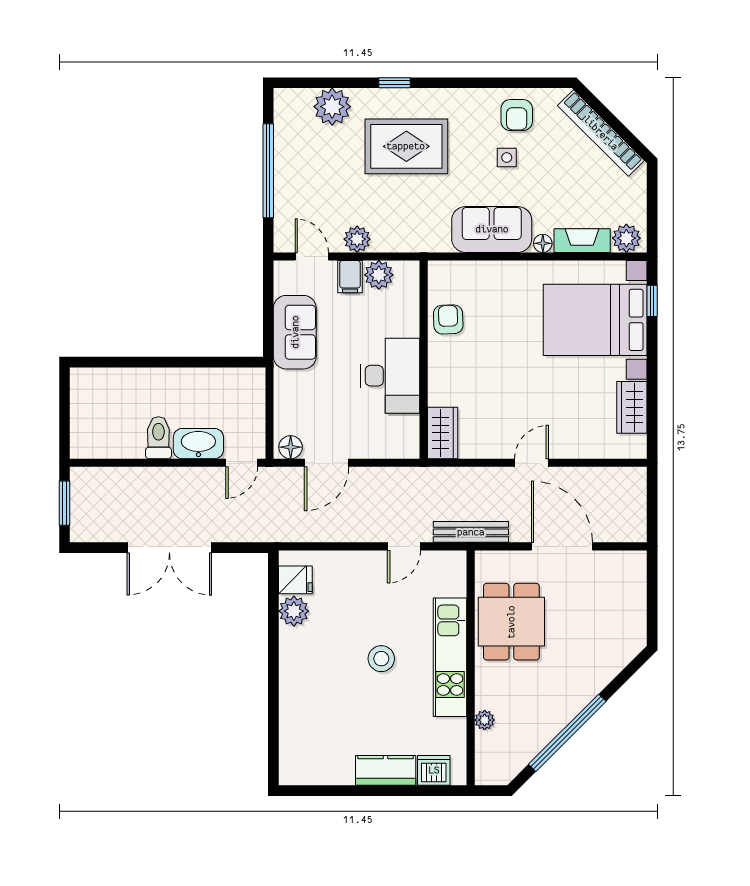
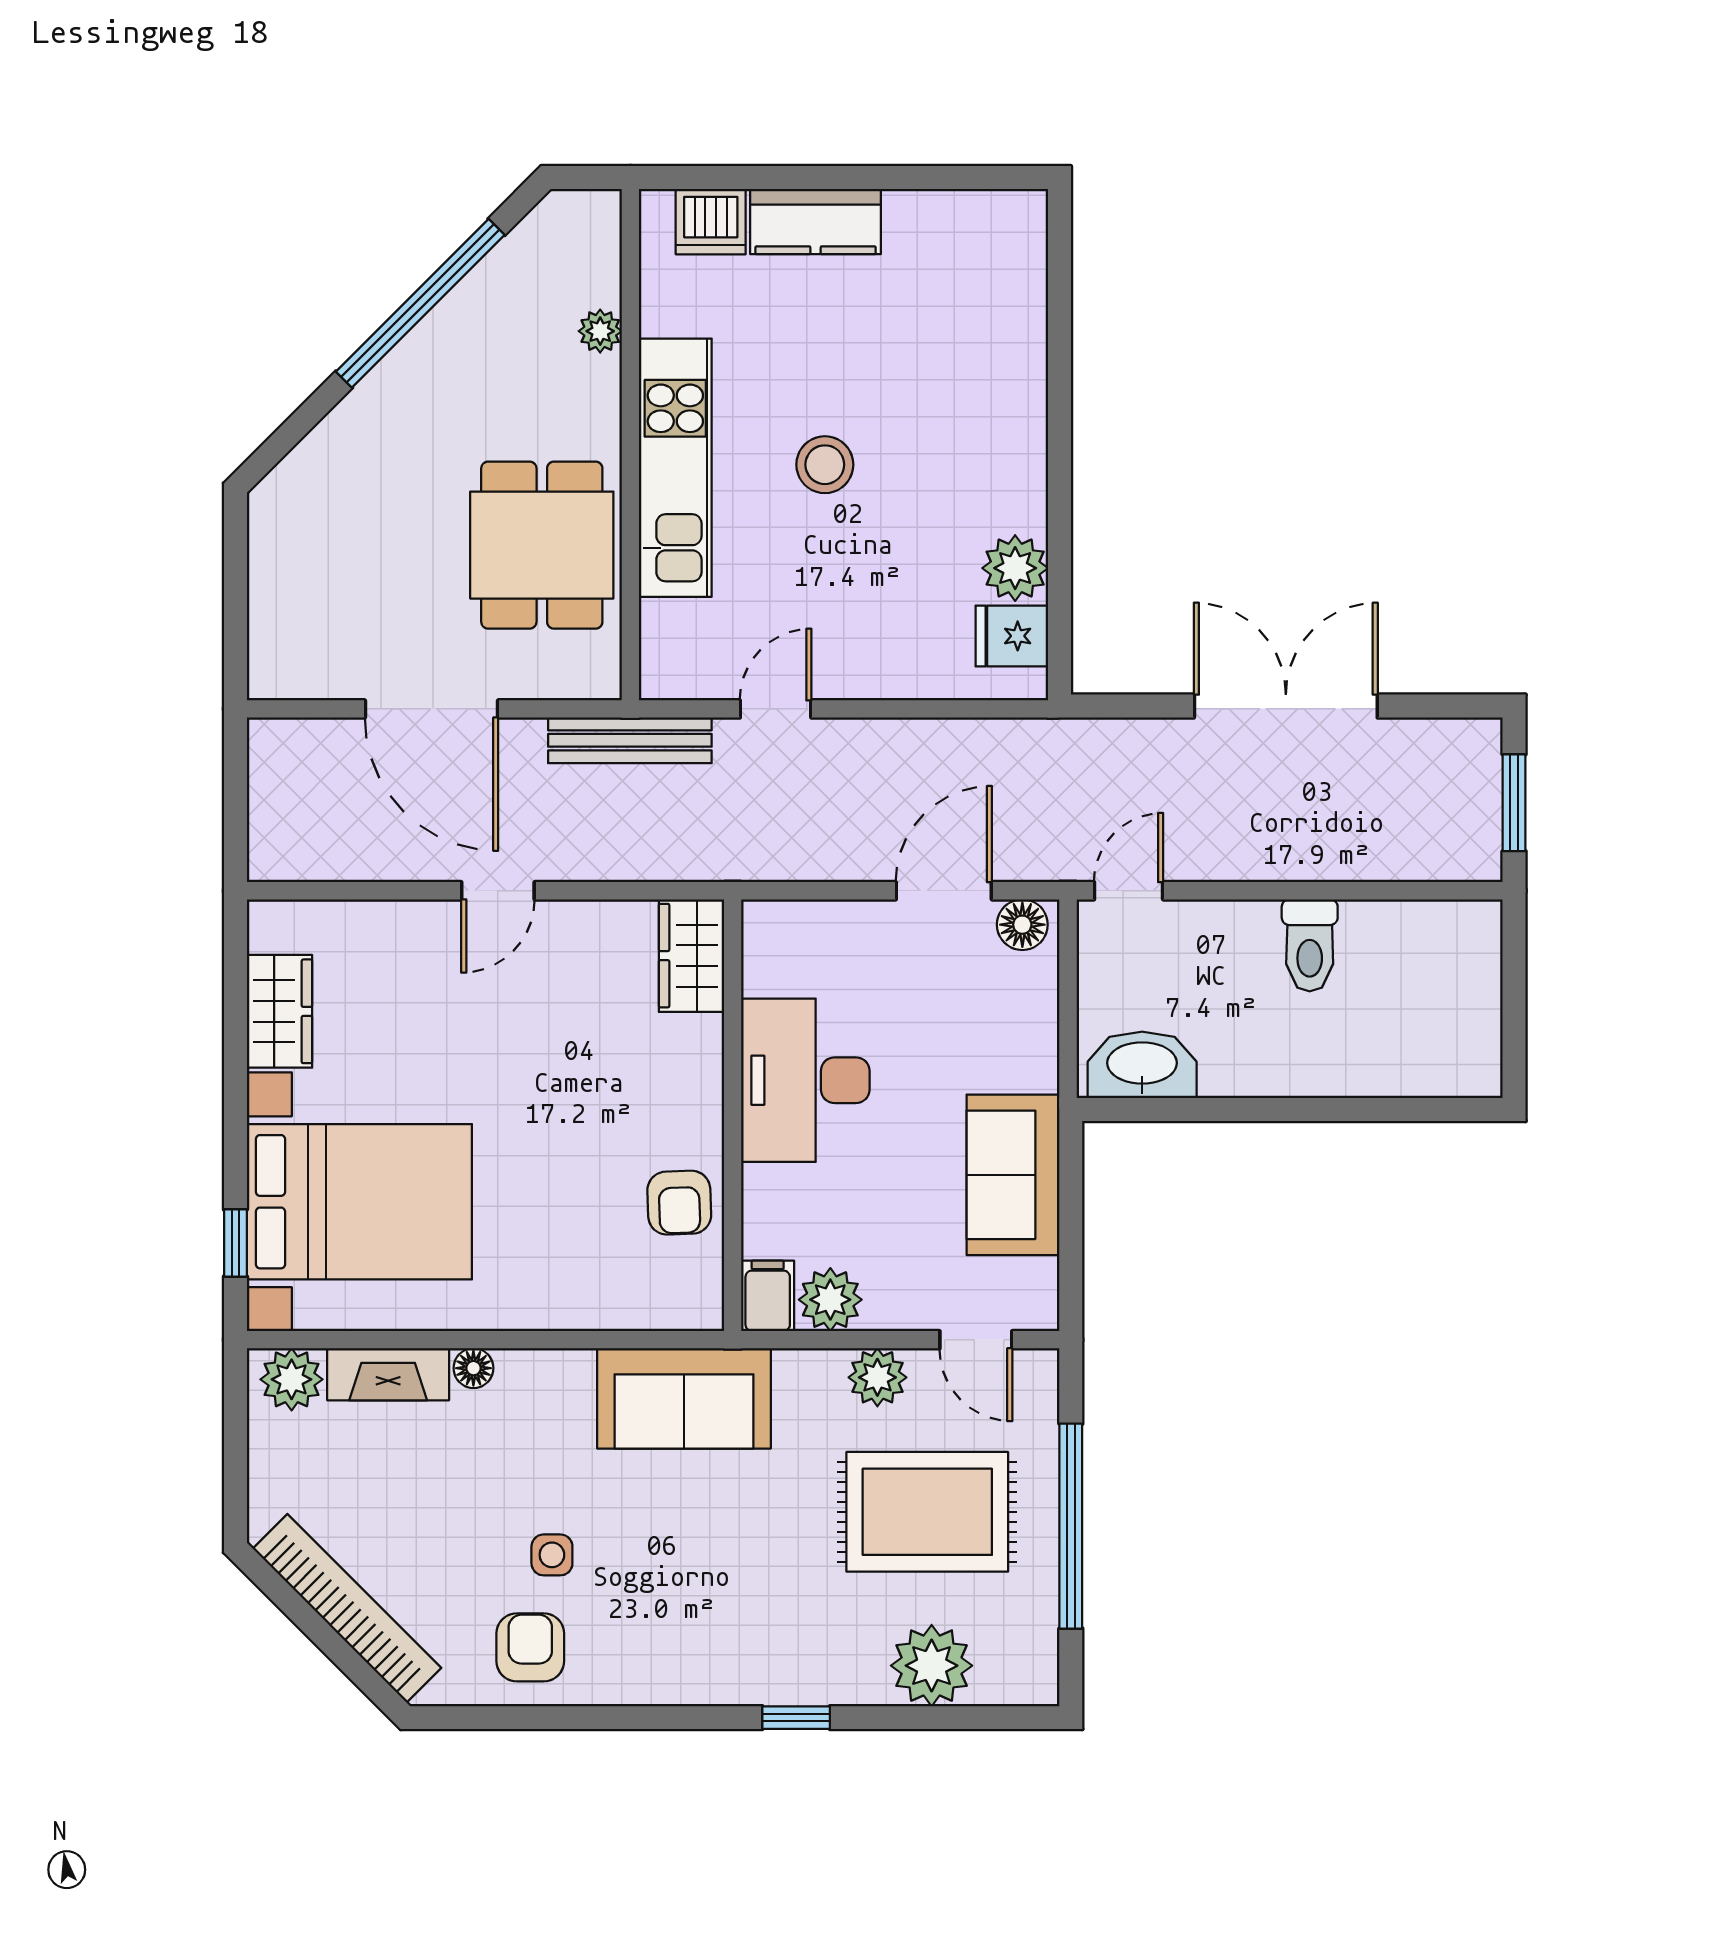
rug: (406, 146) -> (927, 1512), moved
sofa: (492, 229) -> (684, 1398), moved
filing cabinet: (350, 277) -> (768, 1296), moved
washbasin: (198, 444) -> (1142, 1065), moved, turned 180

